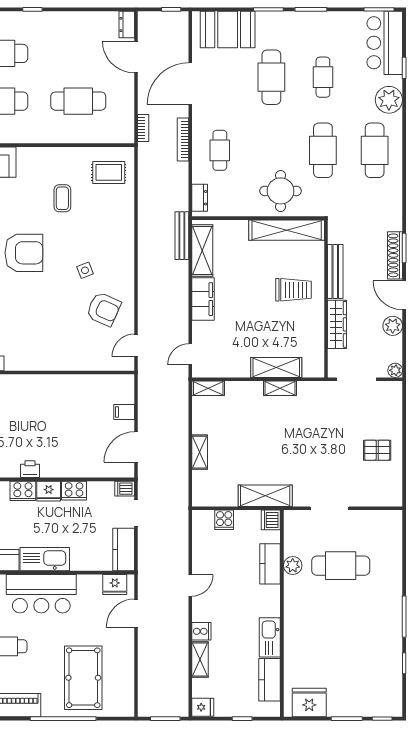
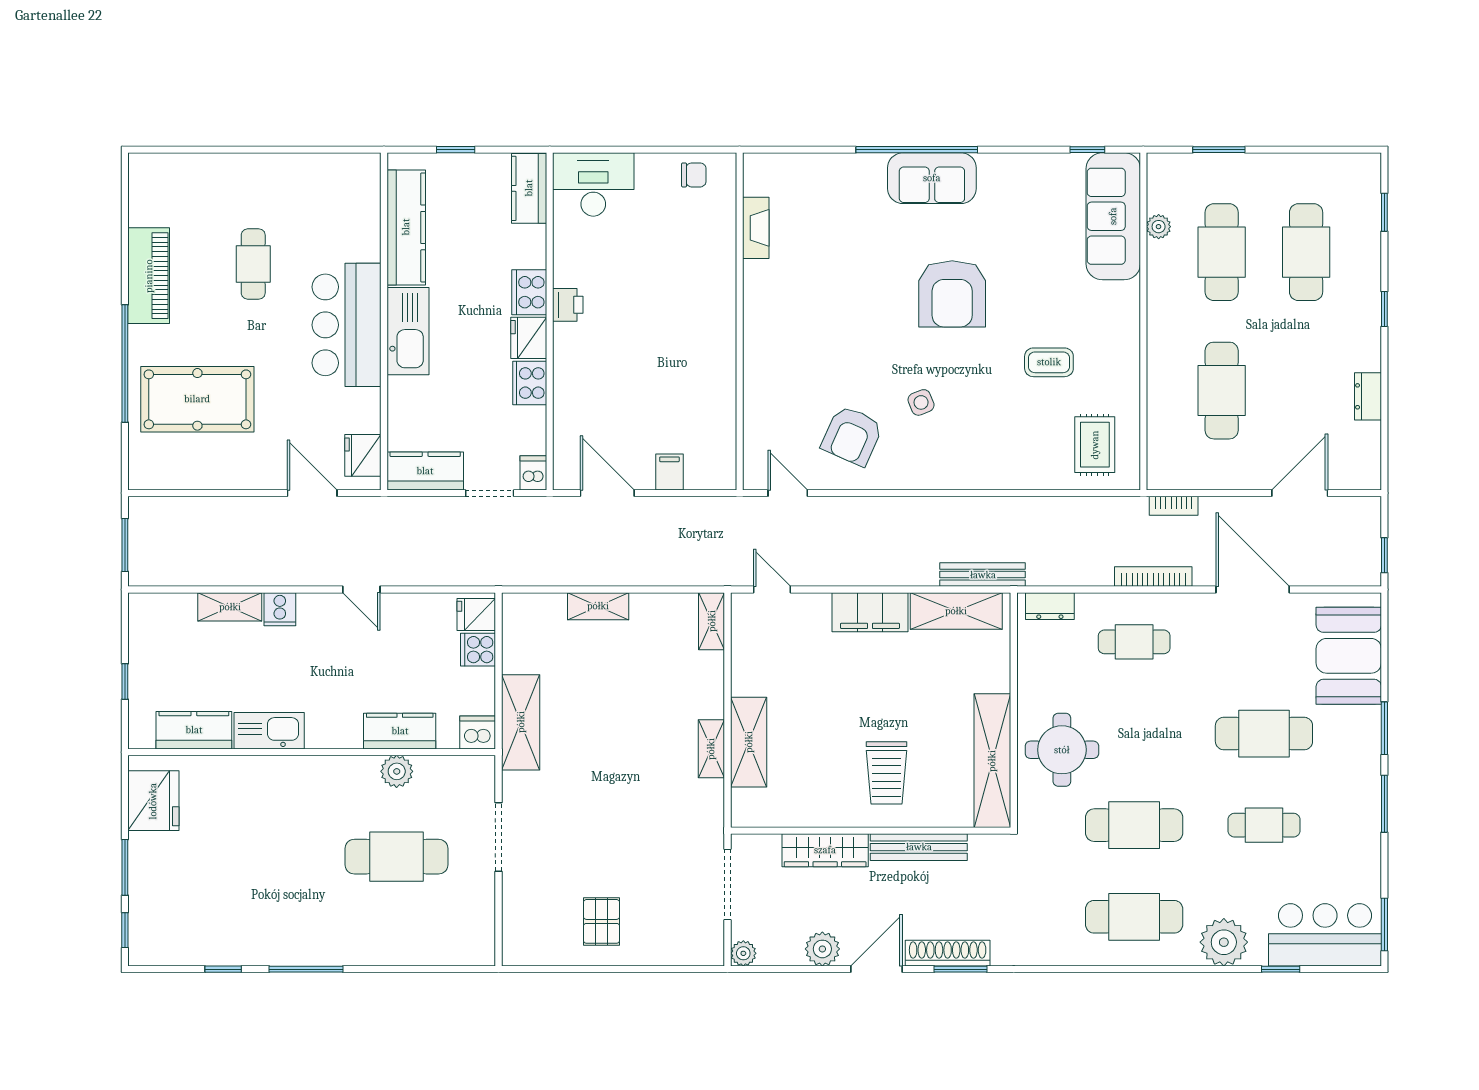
dresser: (127, 24) -> (1368, 396), moved, turned -90
cafe table: (341, 566) -> (396, 857), turned 90
fridge: (203, 707) -> (476, 615), moved, turned 90

